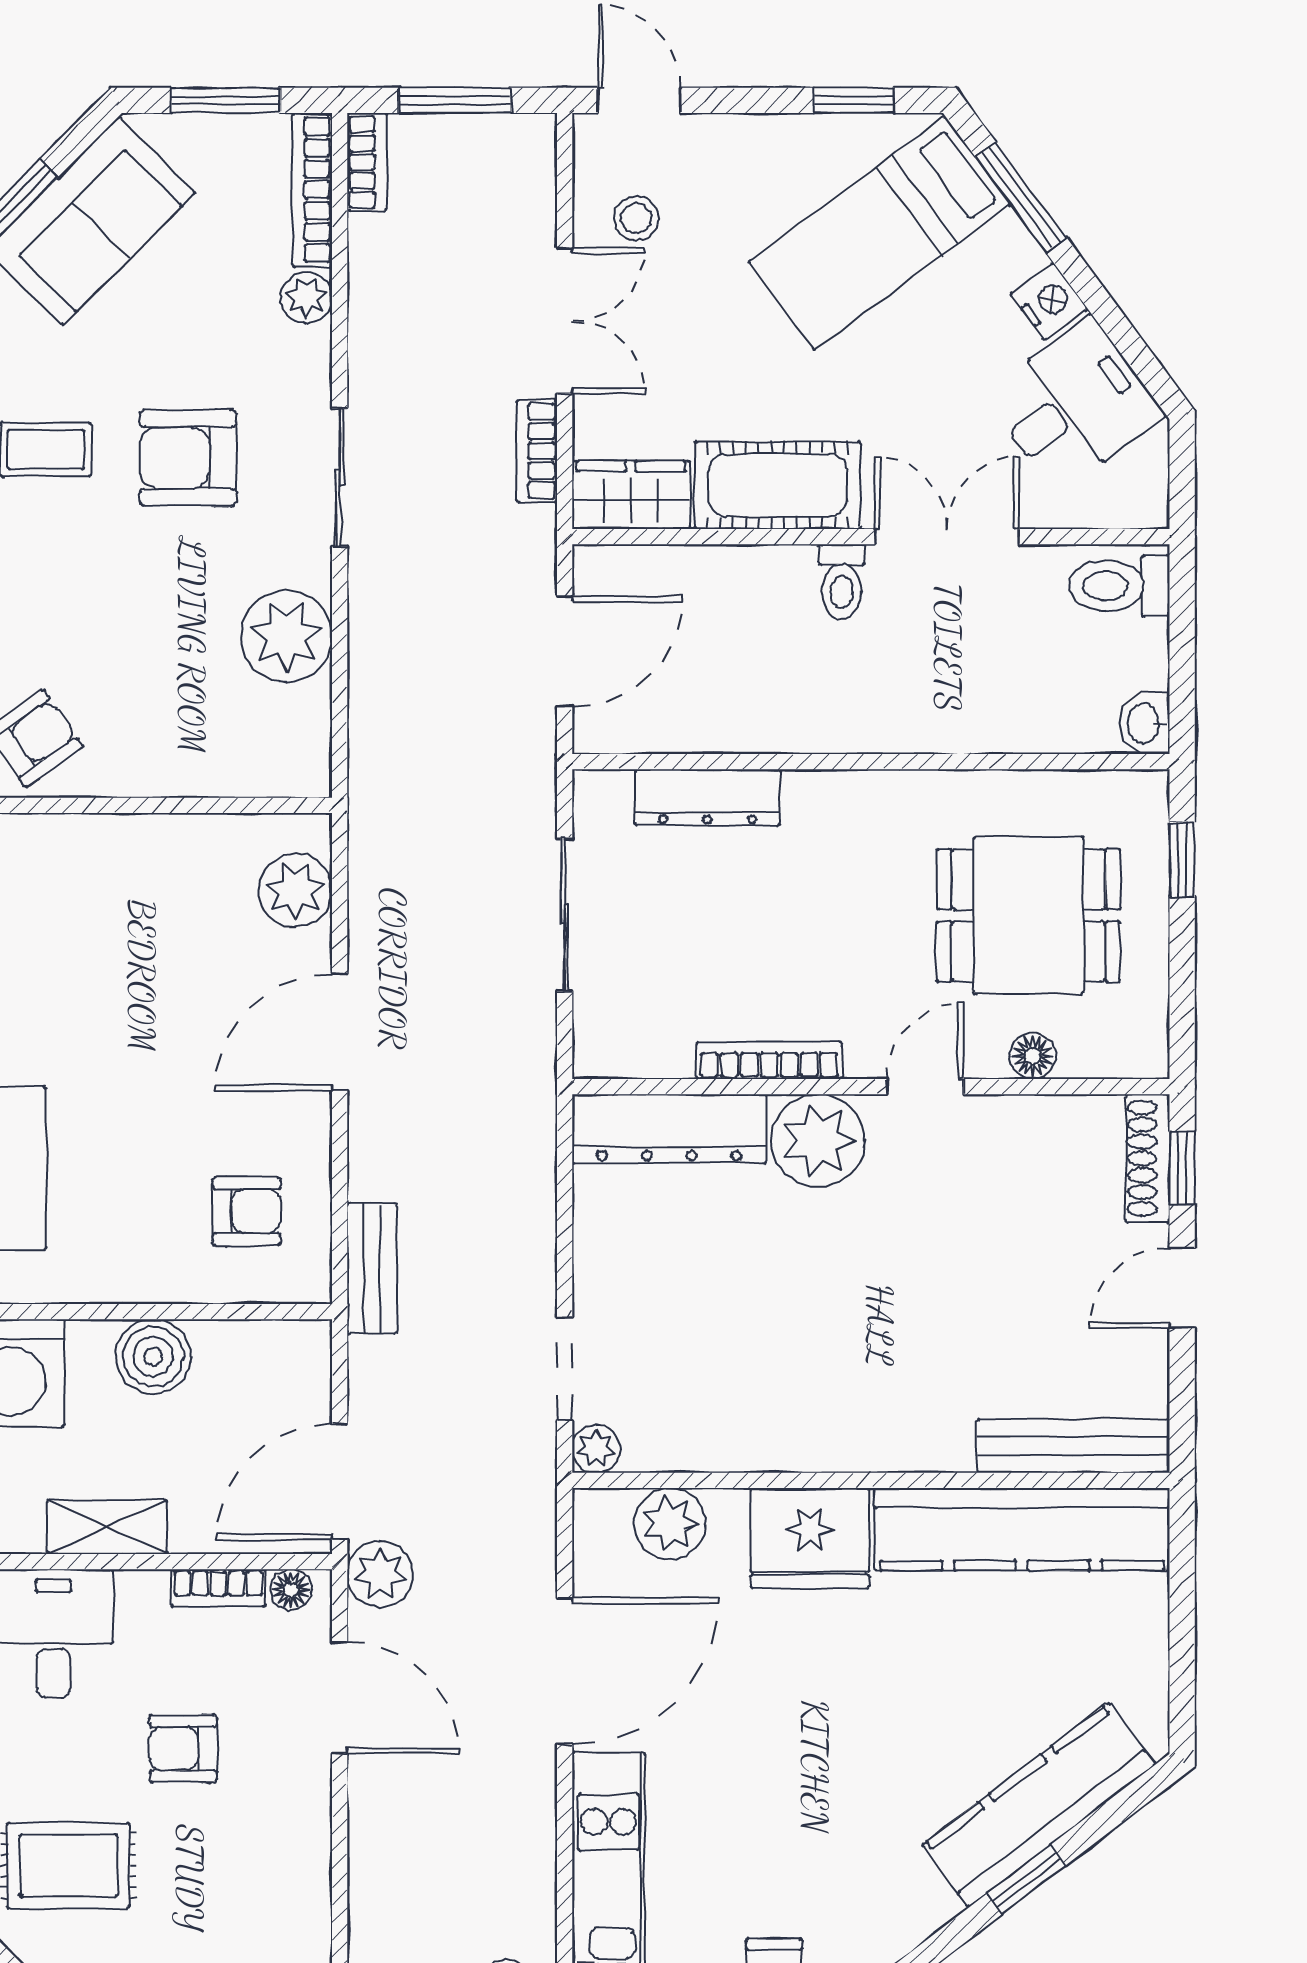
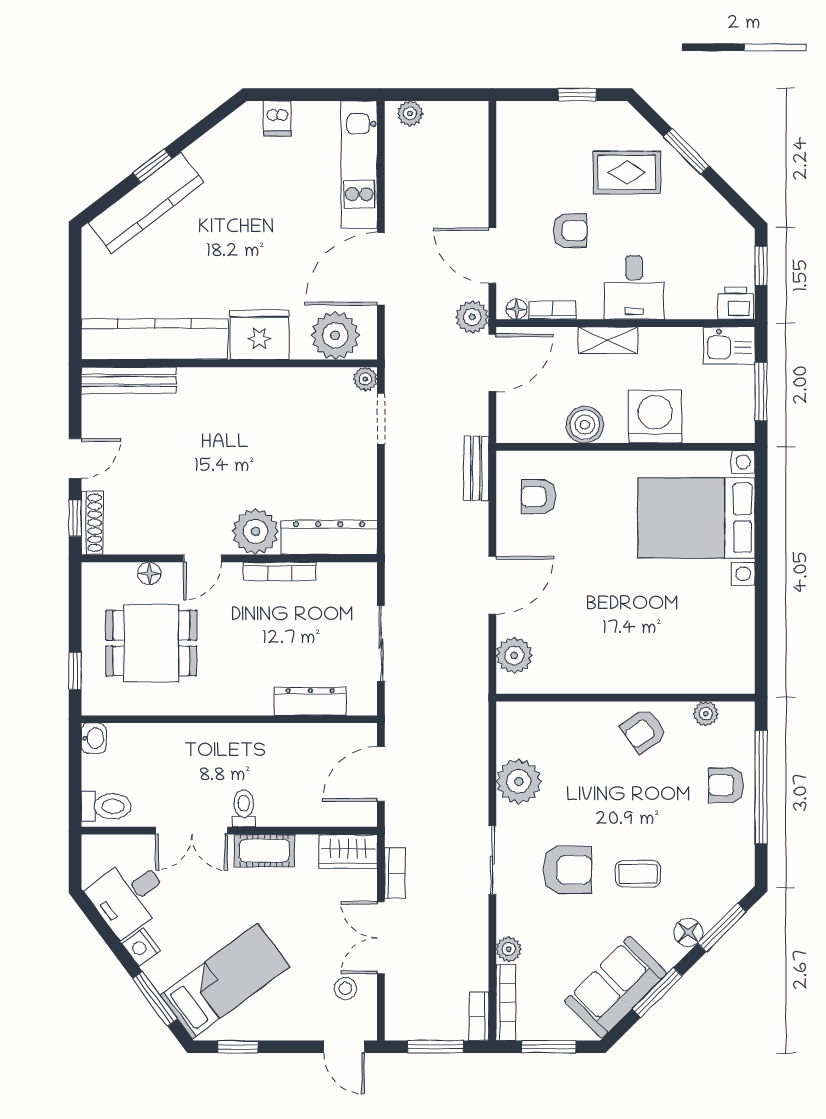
cot: (778, 485) -> (264, 851), width x0.73, depth x0.75
plant: (670, 1524) -> (335, 335), width x1.36, depth x1.36

